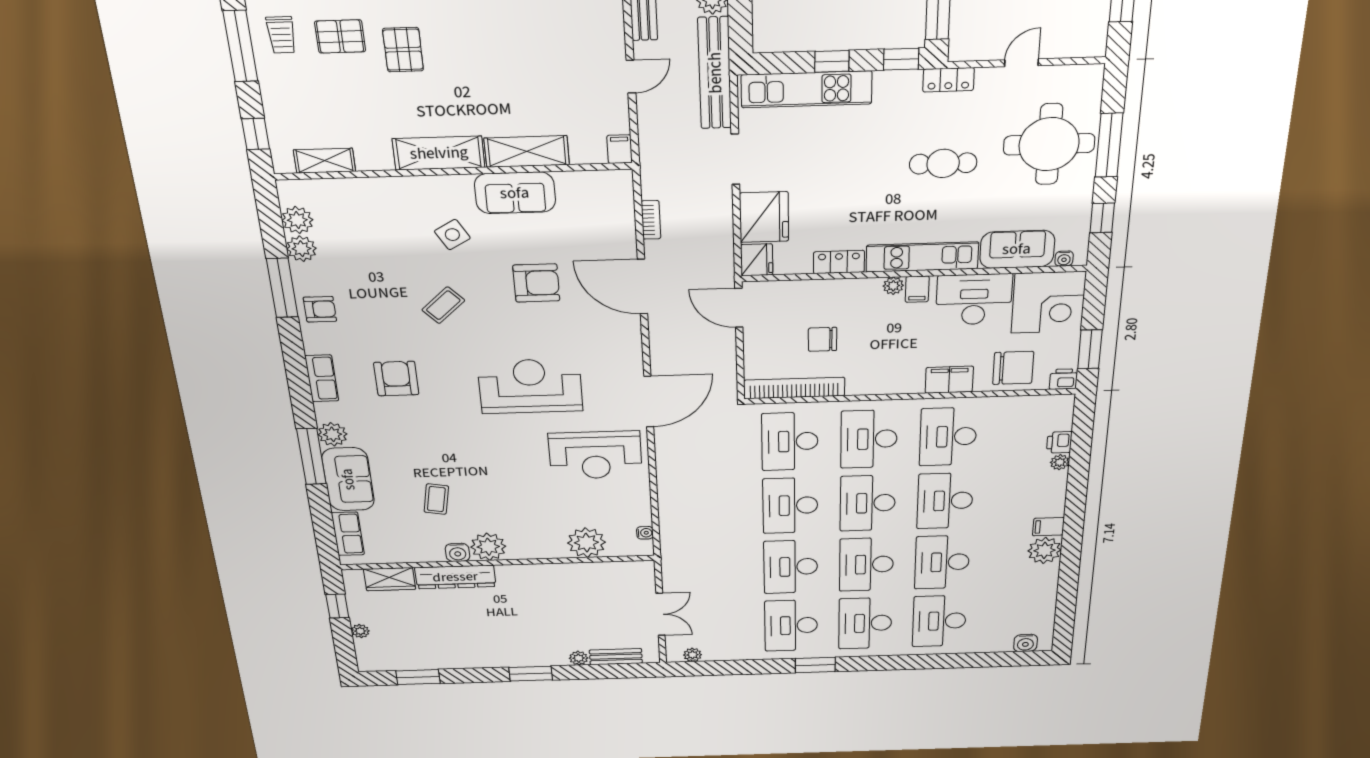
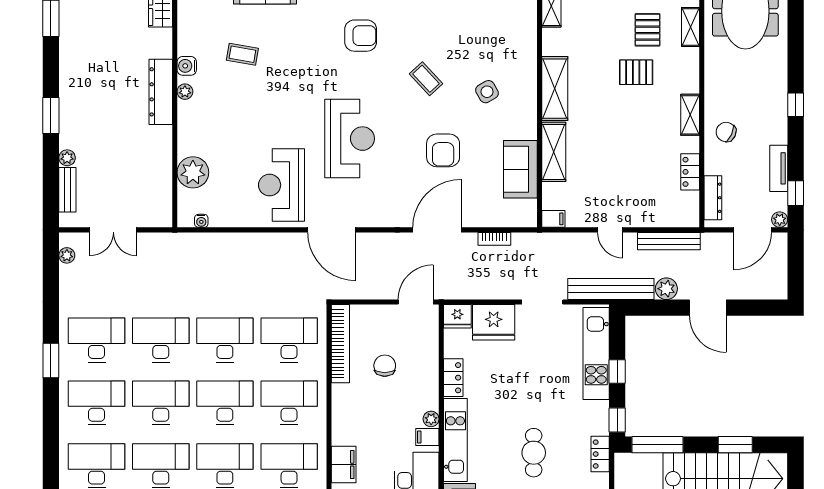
sofa: (515, 193) -> (520, 169), moved
plant: (488, 547) -> (185, 92), width x0.53, depth x0.53
dresser: (455, 577) -> (161, 92), moved

